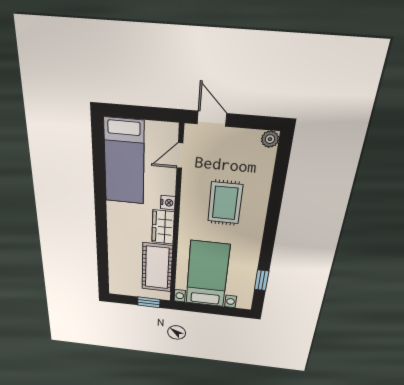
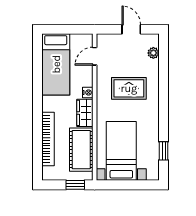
door: (212, 119) -> (131, 29), moved
plant: (270, 139) -> (153, 53), moved
rug: (225, 203) -> (129, 88), turned 90
bookcase: (115, 252) -> (48, 139), added

